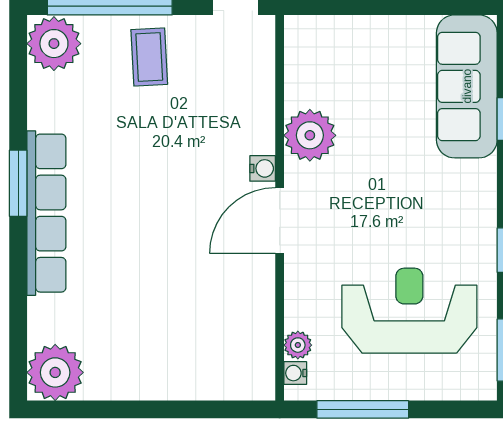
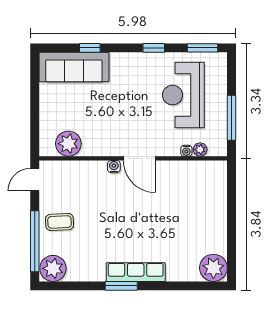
plant: (310, 135) -> (68, 144), moved
row of seats: (46, 213) -> (136, 272), width x0.73
water cooler: (295, 373) -> (186, 151), moved

